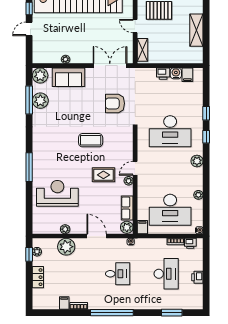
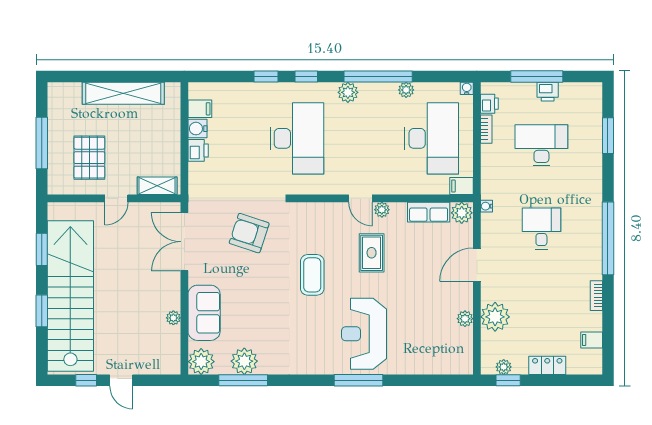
shelving: (196, 30) -> (123, 93), width x1.47
armchair: (115, 103) -> (249, 233), turned 108
window: (206, 179) -> (378, 77), added
reception desk: (57, 193) -> (364, 334), moved
window: (206, 271) -> (537, 77), added
filing cabinet: (64, 303) -> (592, 340), moved

